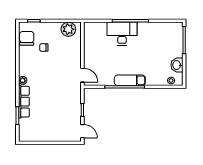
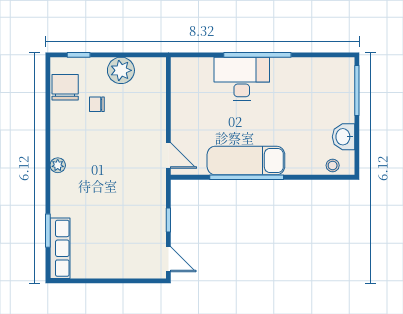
plant: (68, 29) -> (121, 70), moved
exam couch: (130, 80) -> (246, 161), width x1.36, depth x1.45
row of seats: (24, 102) -> (60, 248), moved

